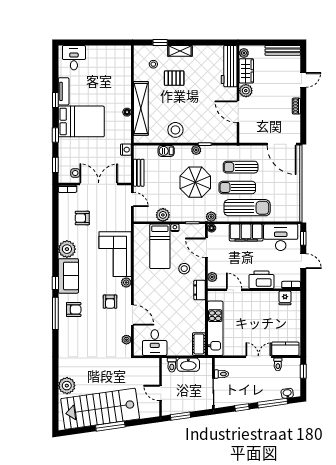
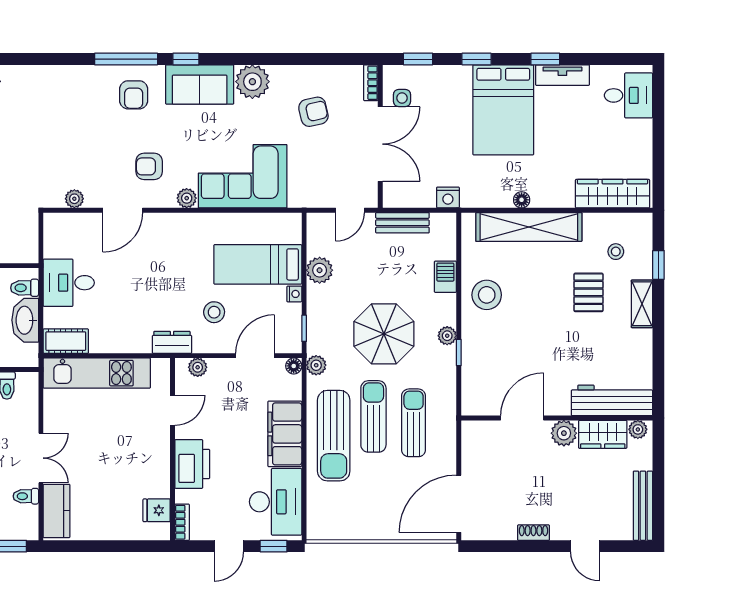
wardrobe: (124, 66) -> (613, 194), added
armchair: (82, 218) -> (313, 112), turned 77
desk: (155, 343) -> (69, 283), moved

